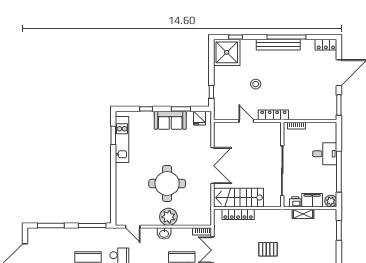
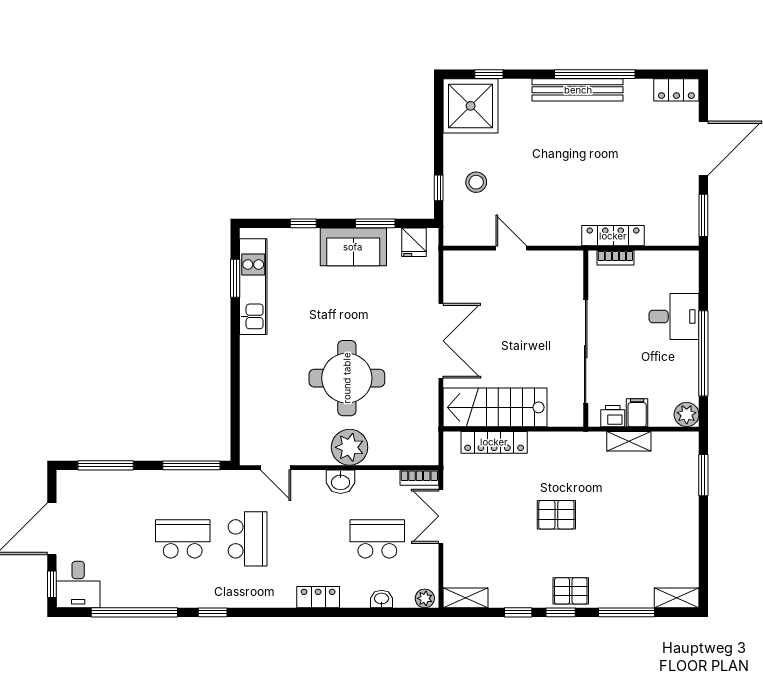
stool: (256, 84) -> (476, 182), moved
locker: (273, 115) -> (613, 236), moved
filing cabinet: (312, 200) -> (637, 413), width x0.50

